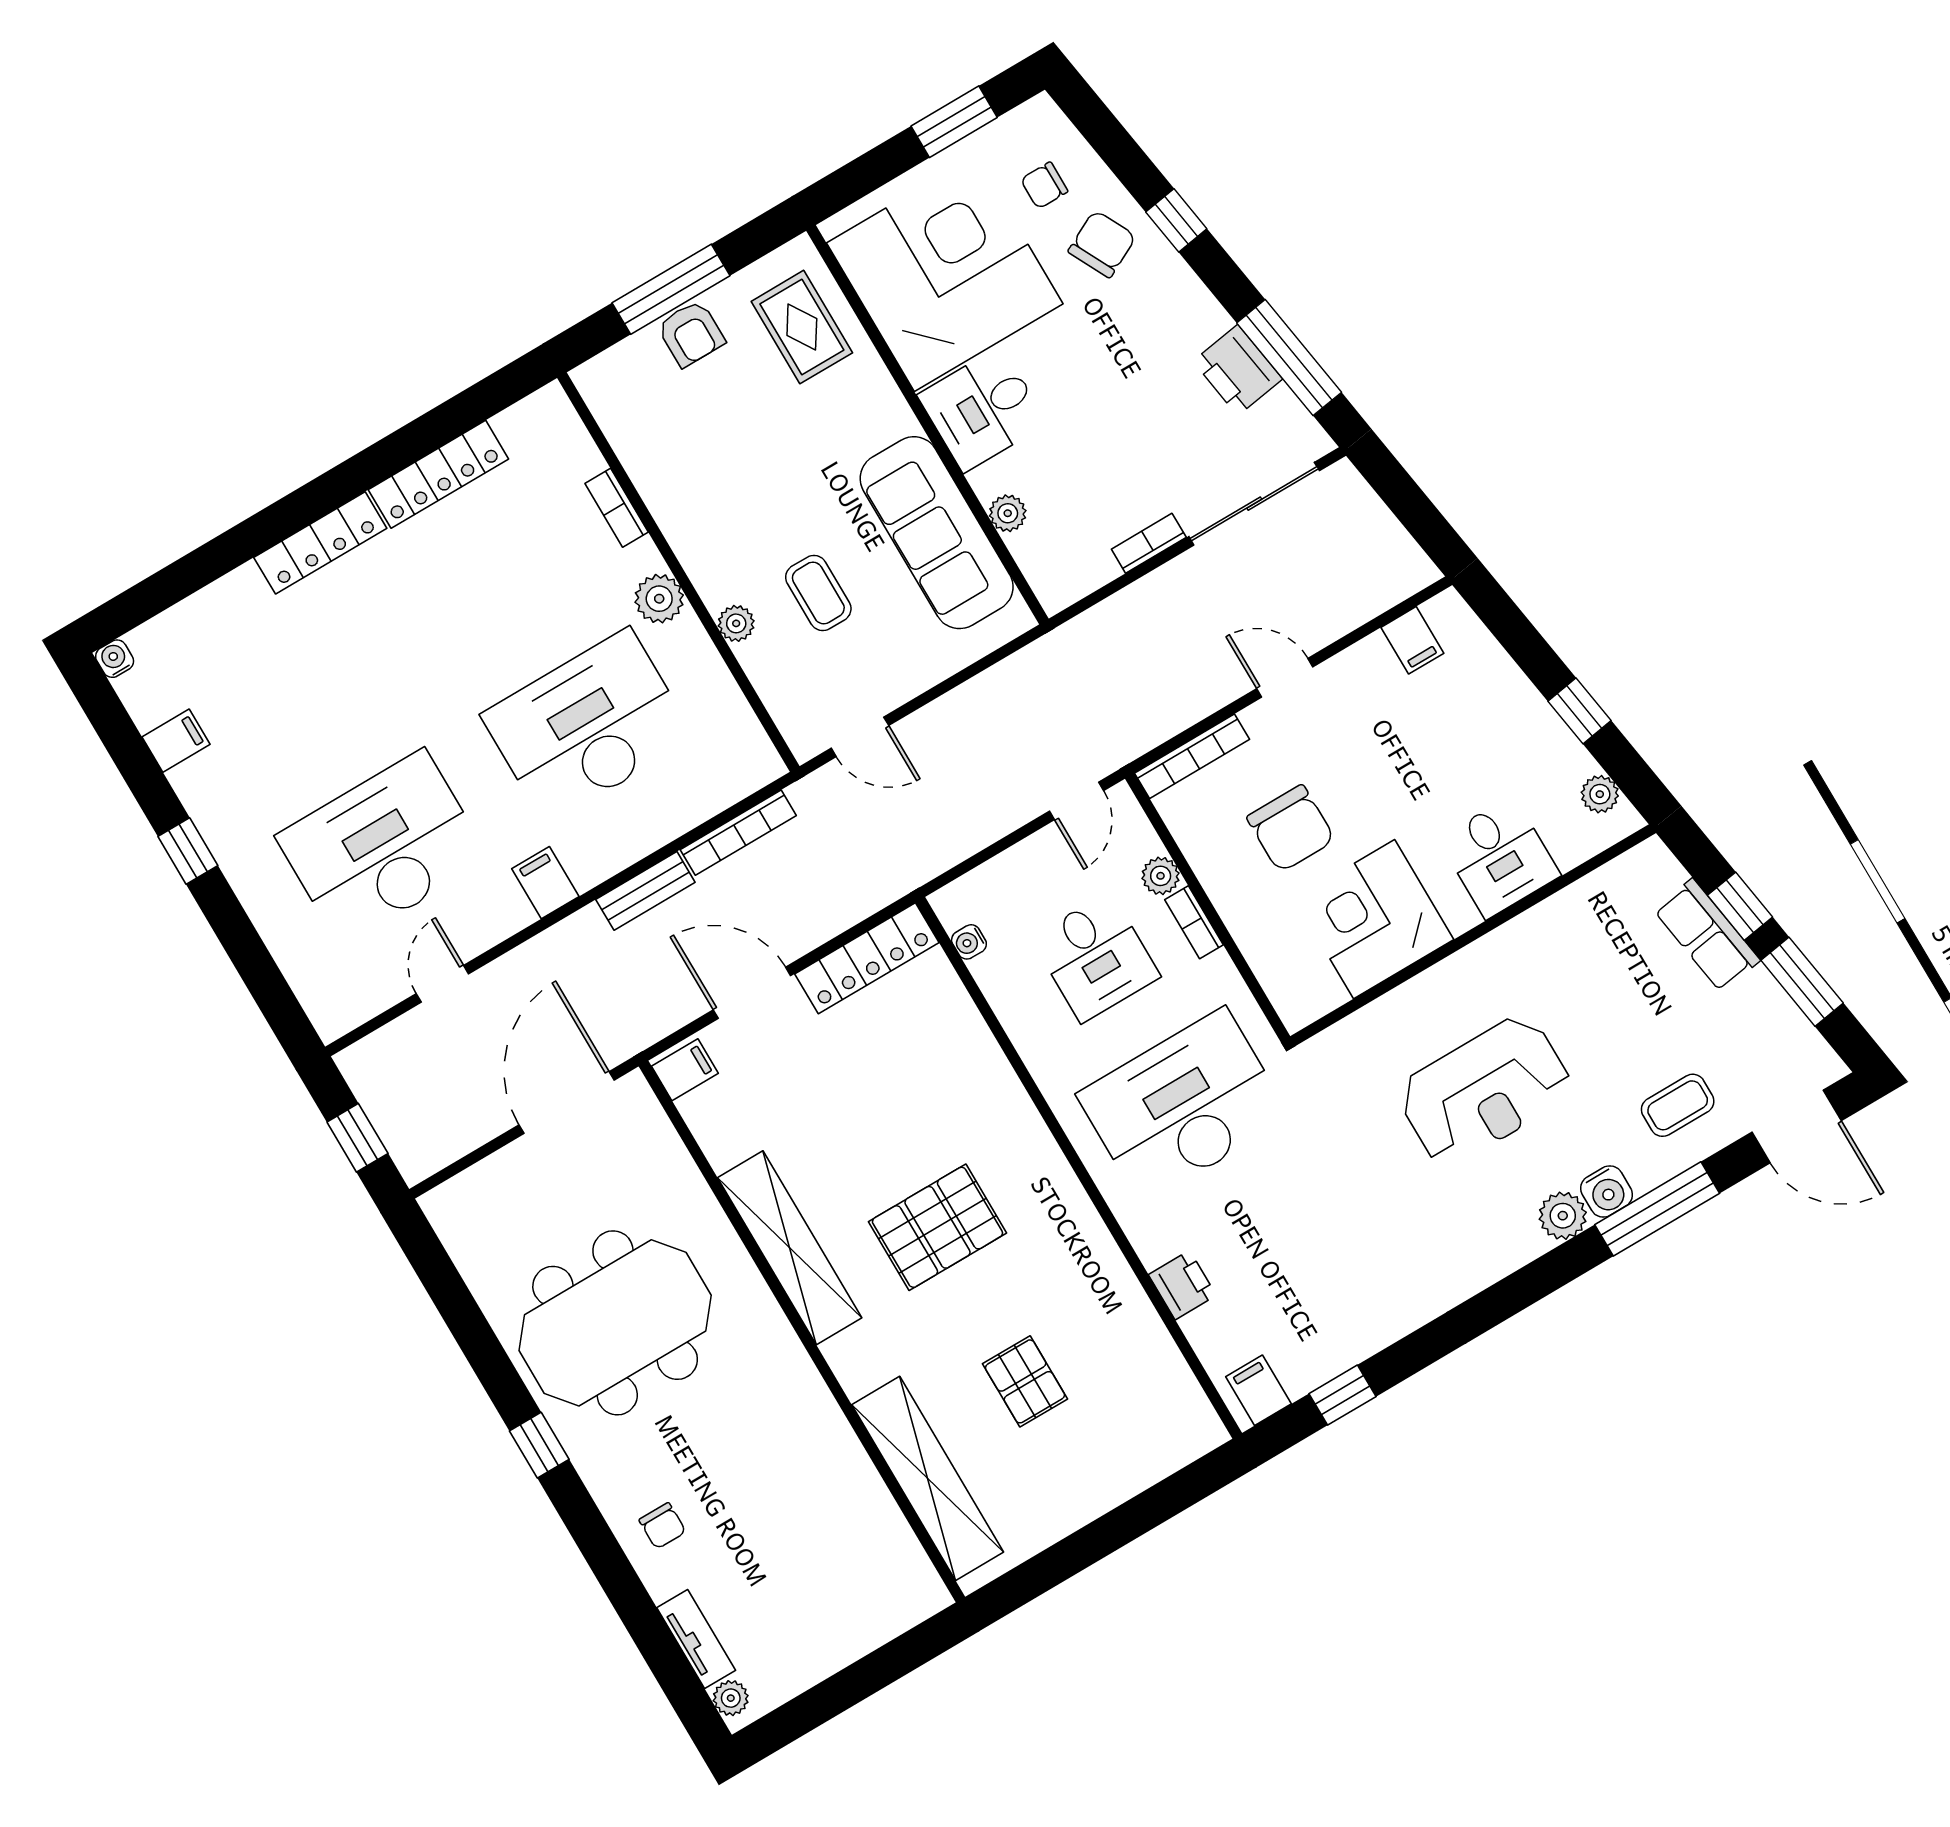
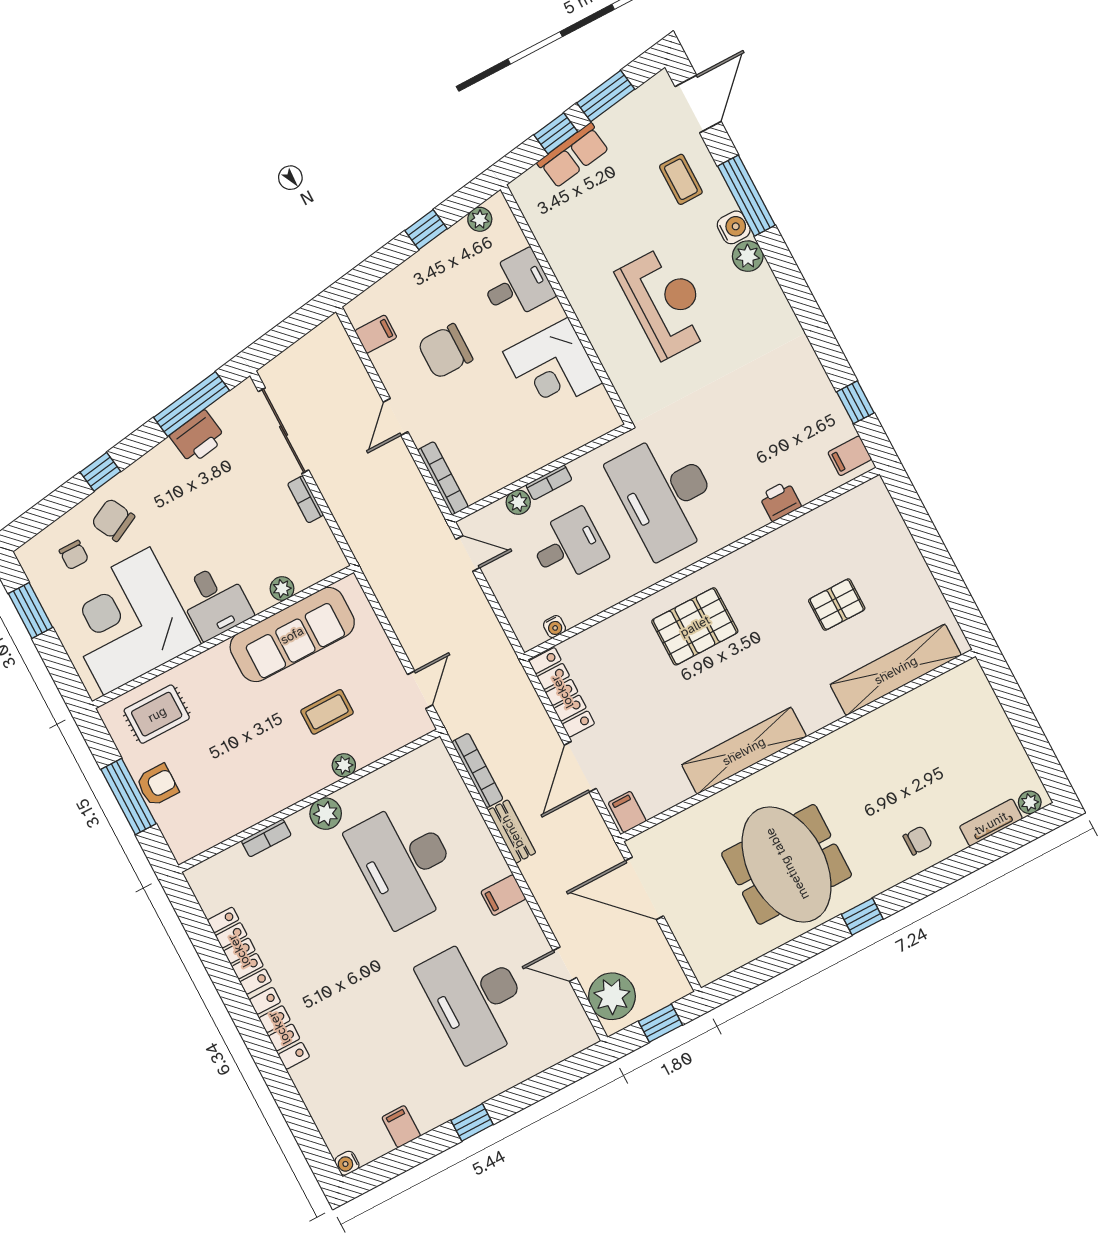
chair: (1291, 828) -> (445, 351), moved, turned 180
plant: (396, 1060) -> (612, 996), added
pallet: (937, 1227) -> (695, 626), moved, turned 90

